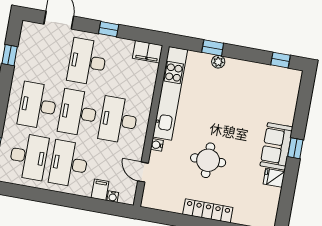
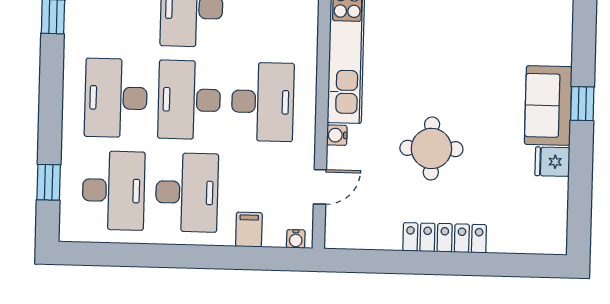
desk: (119, 120) -> (263, 102), turned 180
desk: (69, 164) -> (187, 192), turned 180
door: (143, 172) -> (320, 187), swing flipped
water cooler: (113, 197) -> (296, 239), moved

